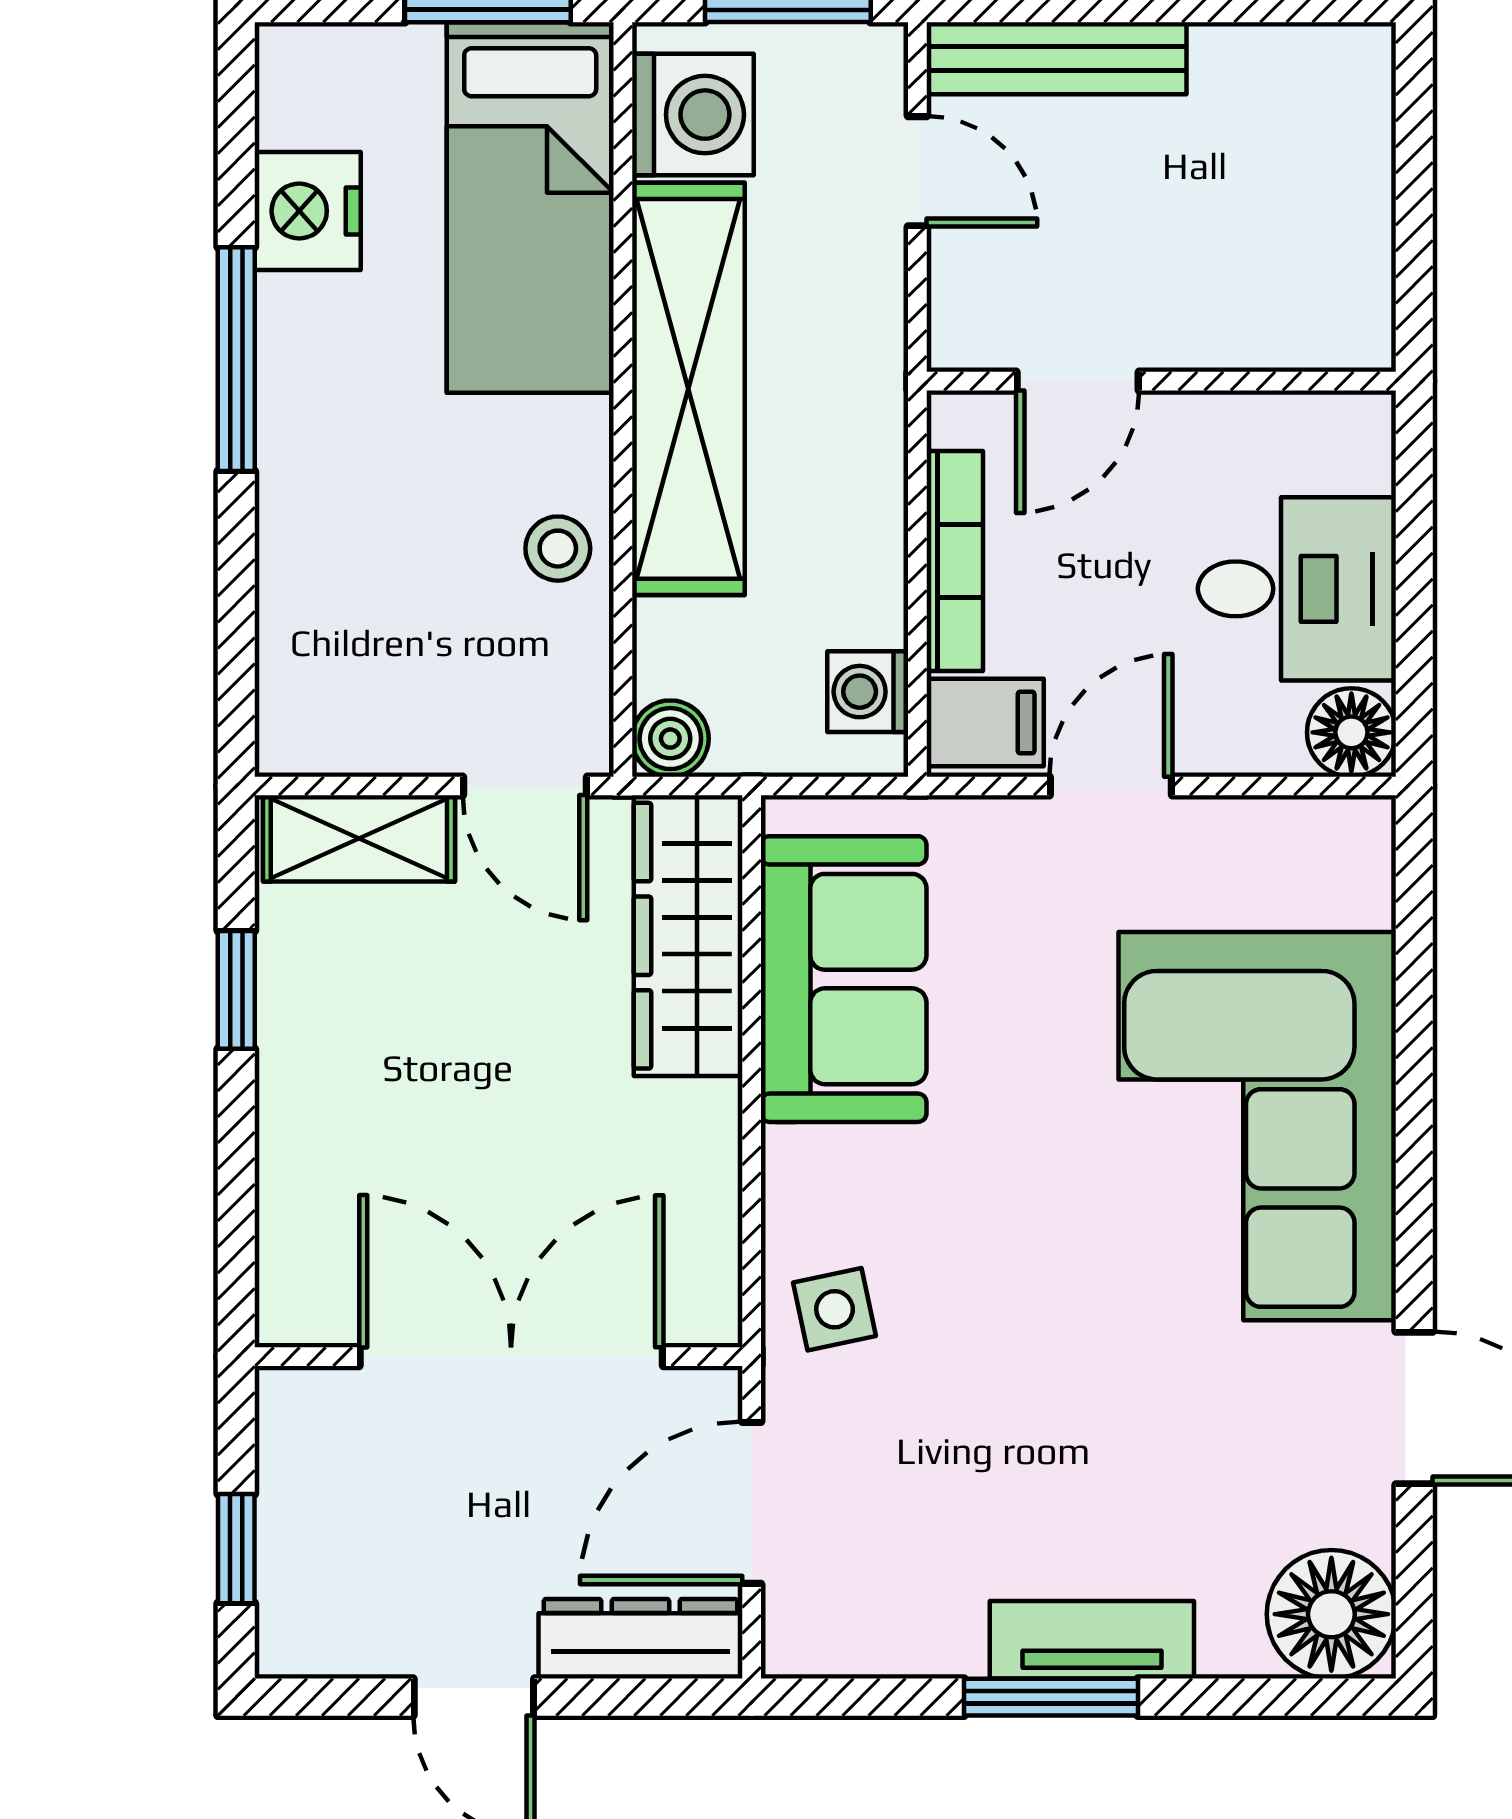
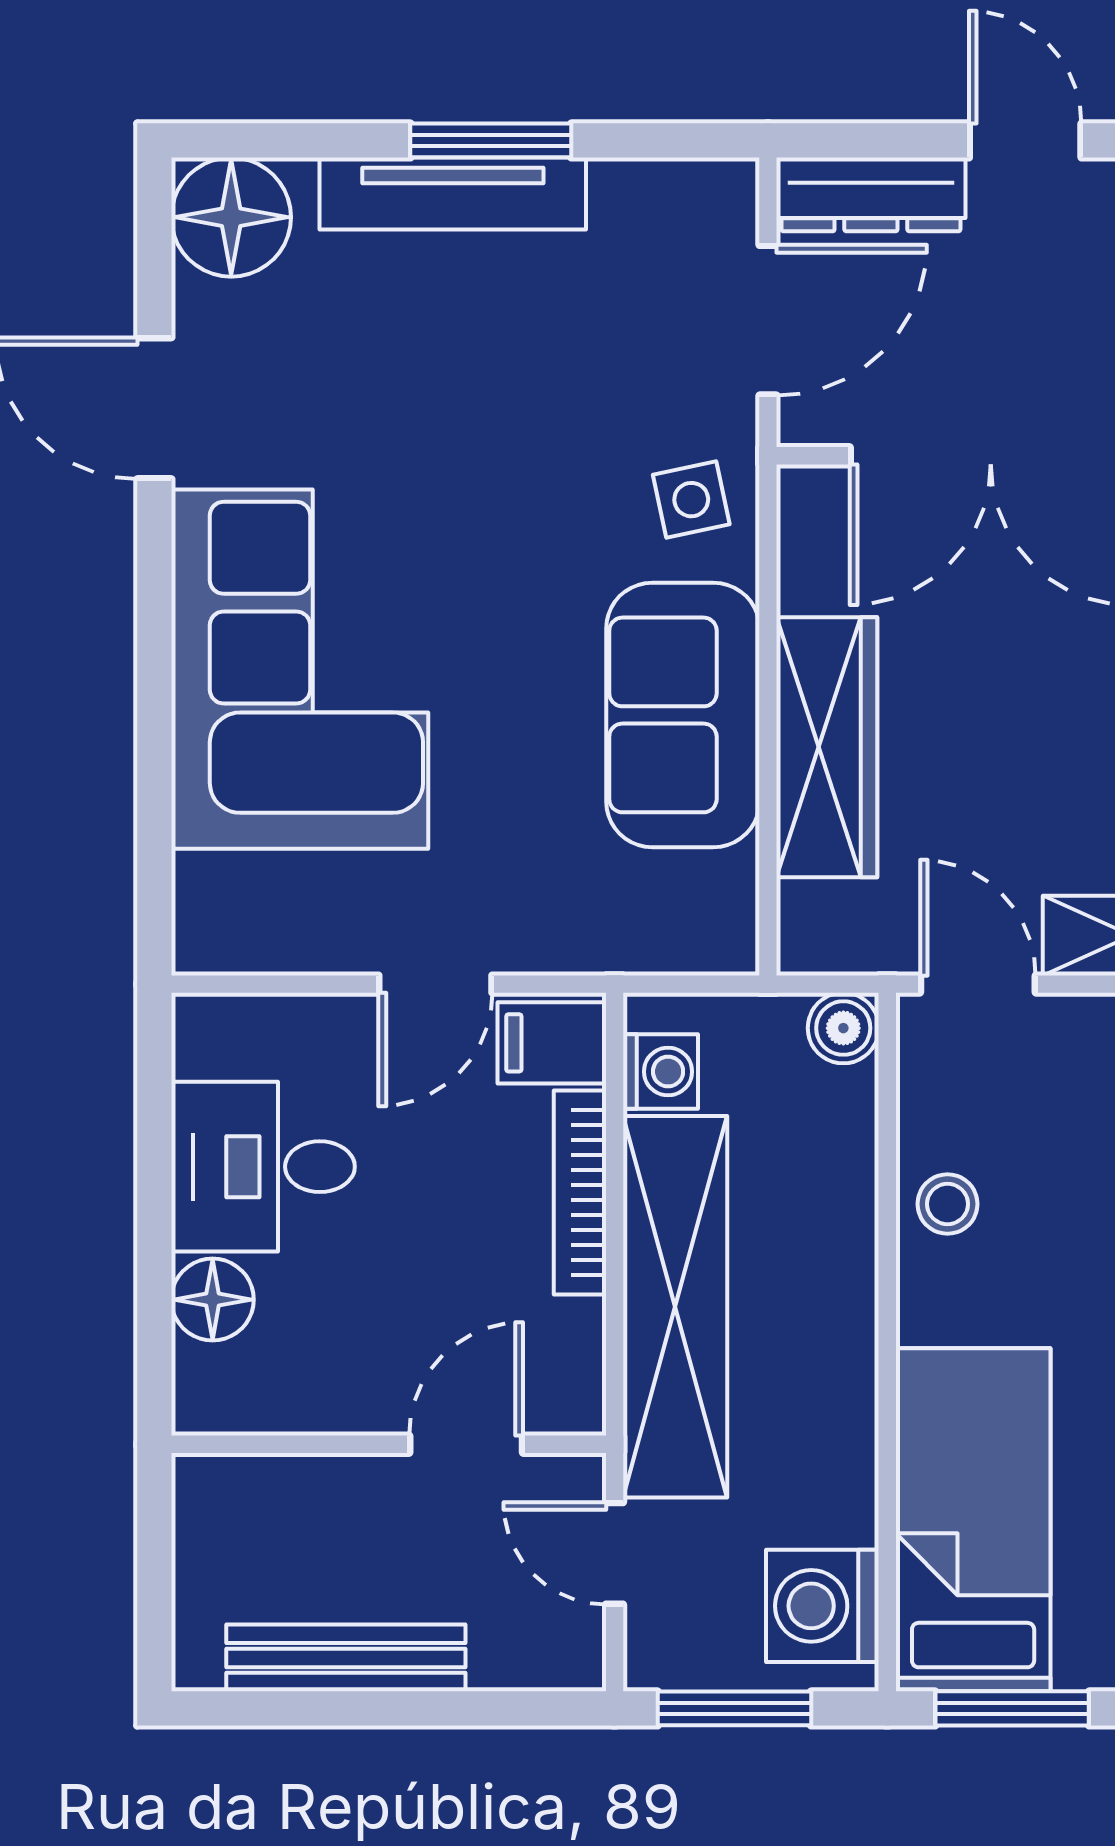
bench: (1057, 58) -> (346, 1658), moved
door: (1078, 381) -> (466, 1444), moved
wall: (1161, 381) -> (389, 1444), moved
shelving: (688, 389) -> (675, 1307), moved
floor lamp: (1351, 732) -> (213, 1300), moved
wardrobe: (688, 936) -> (827, 747), moved
sofa: (844, 979) -> (683, 715), moved
tv unit: (1092, 1640) -> (453, 194), width x1.41

